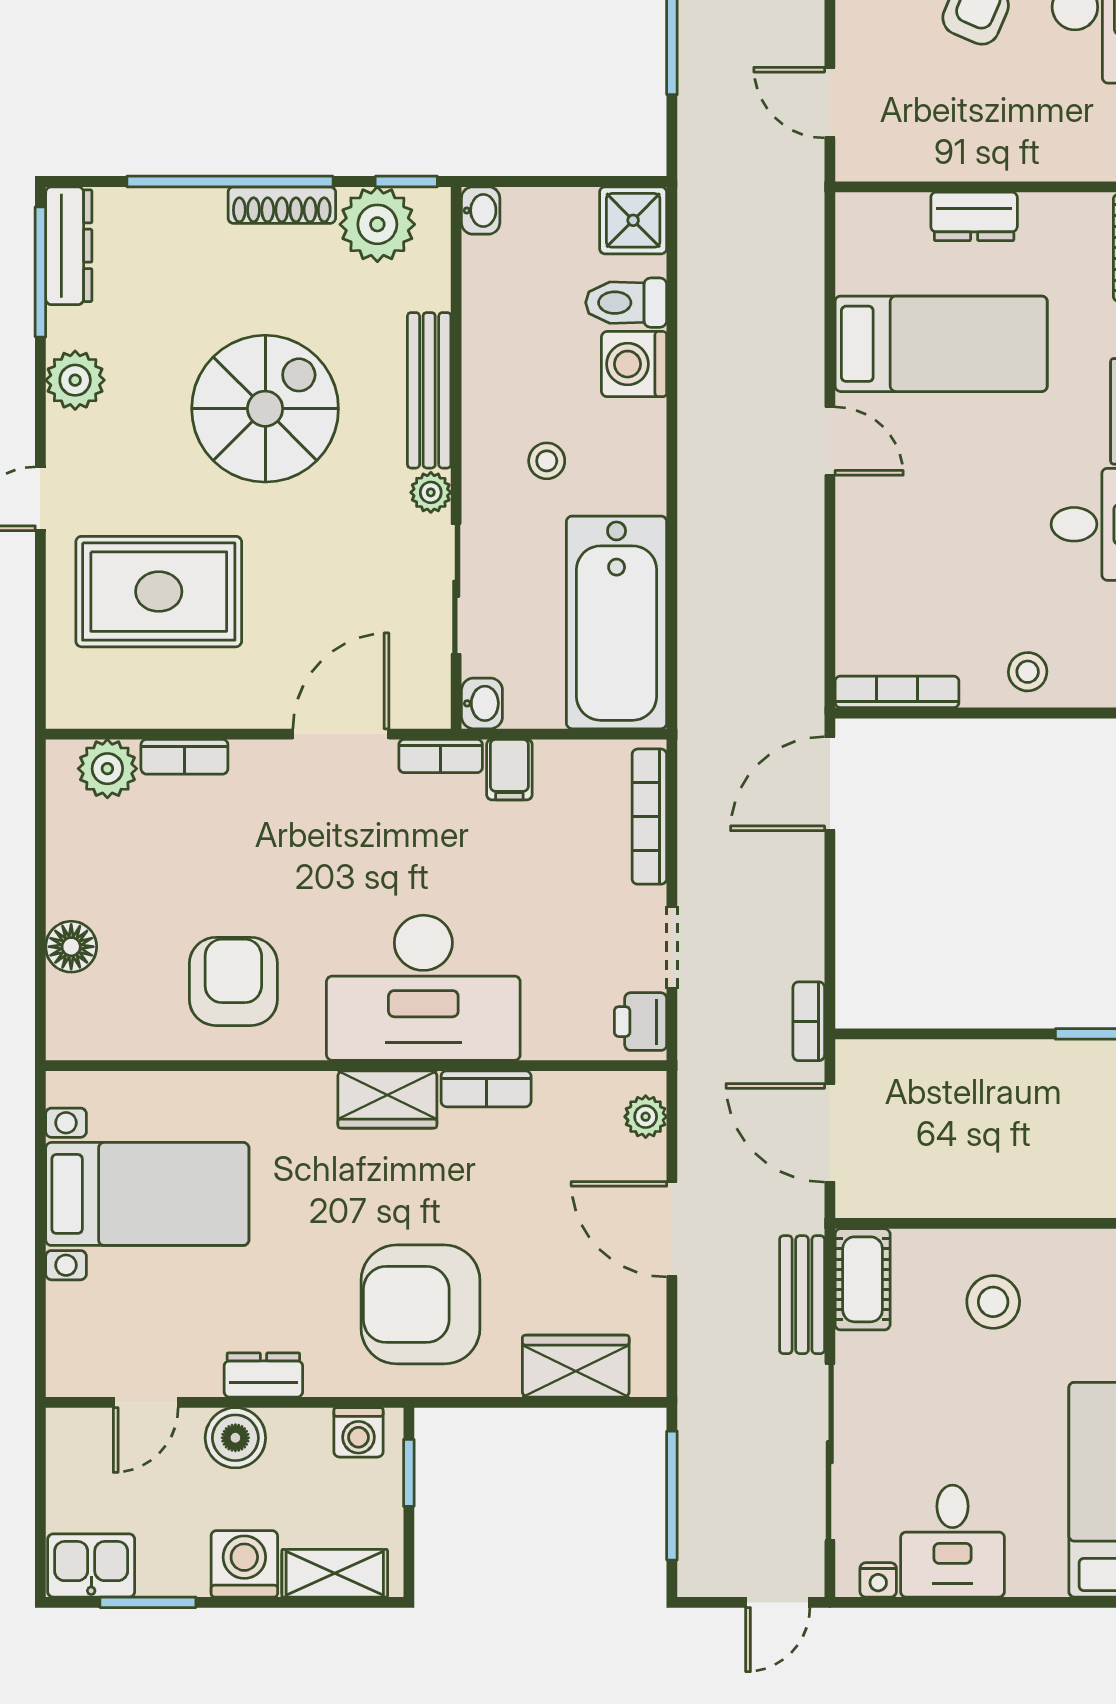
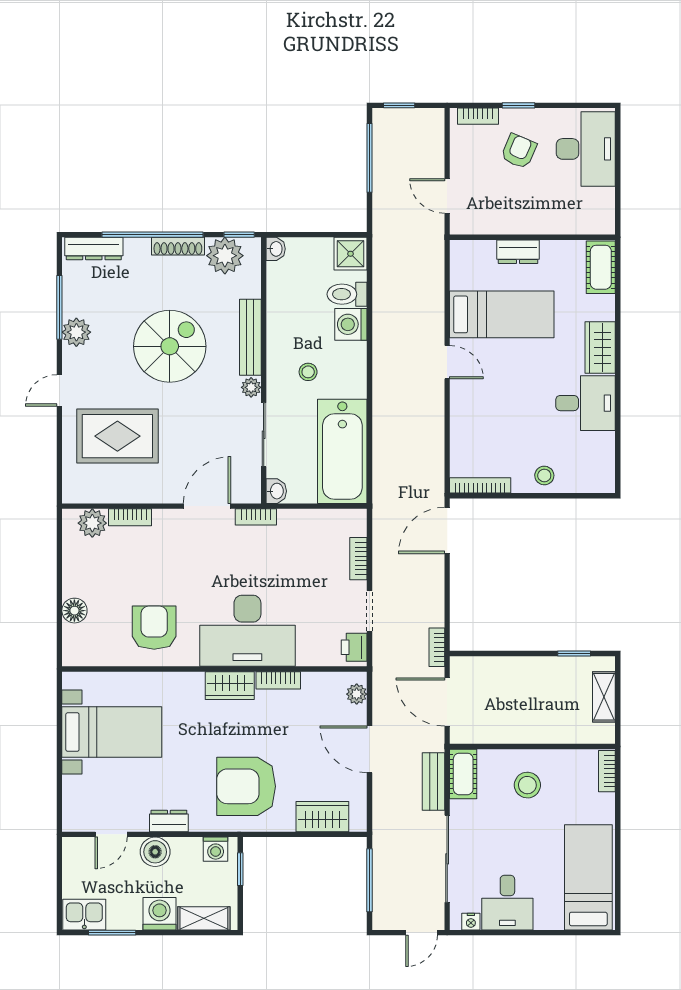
dresser: (69, 246) -> (94, 249), moved, turned 90
window: (40, 272) -> (59, 307), moved
filing cabinet: (509, 770) -> (290, 524), removed
bookcase: (649, 817) -> (358, 559), width x0.64

